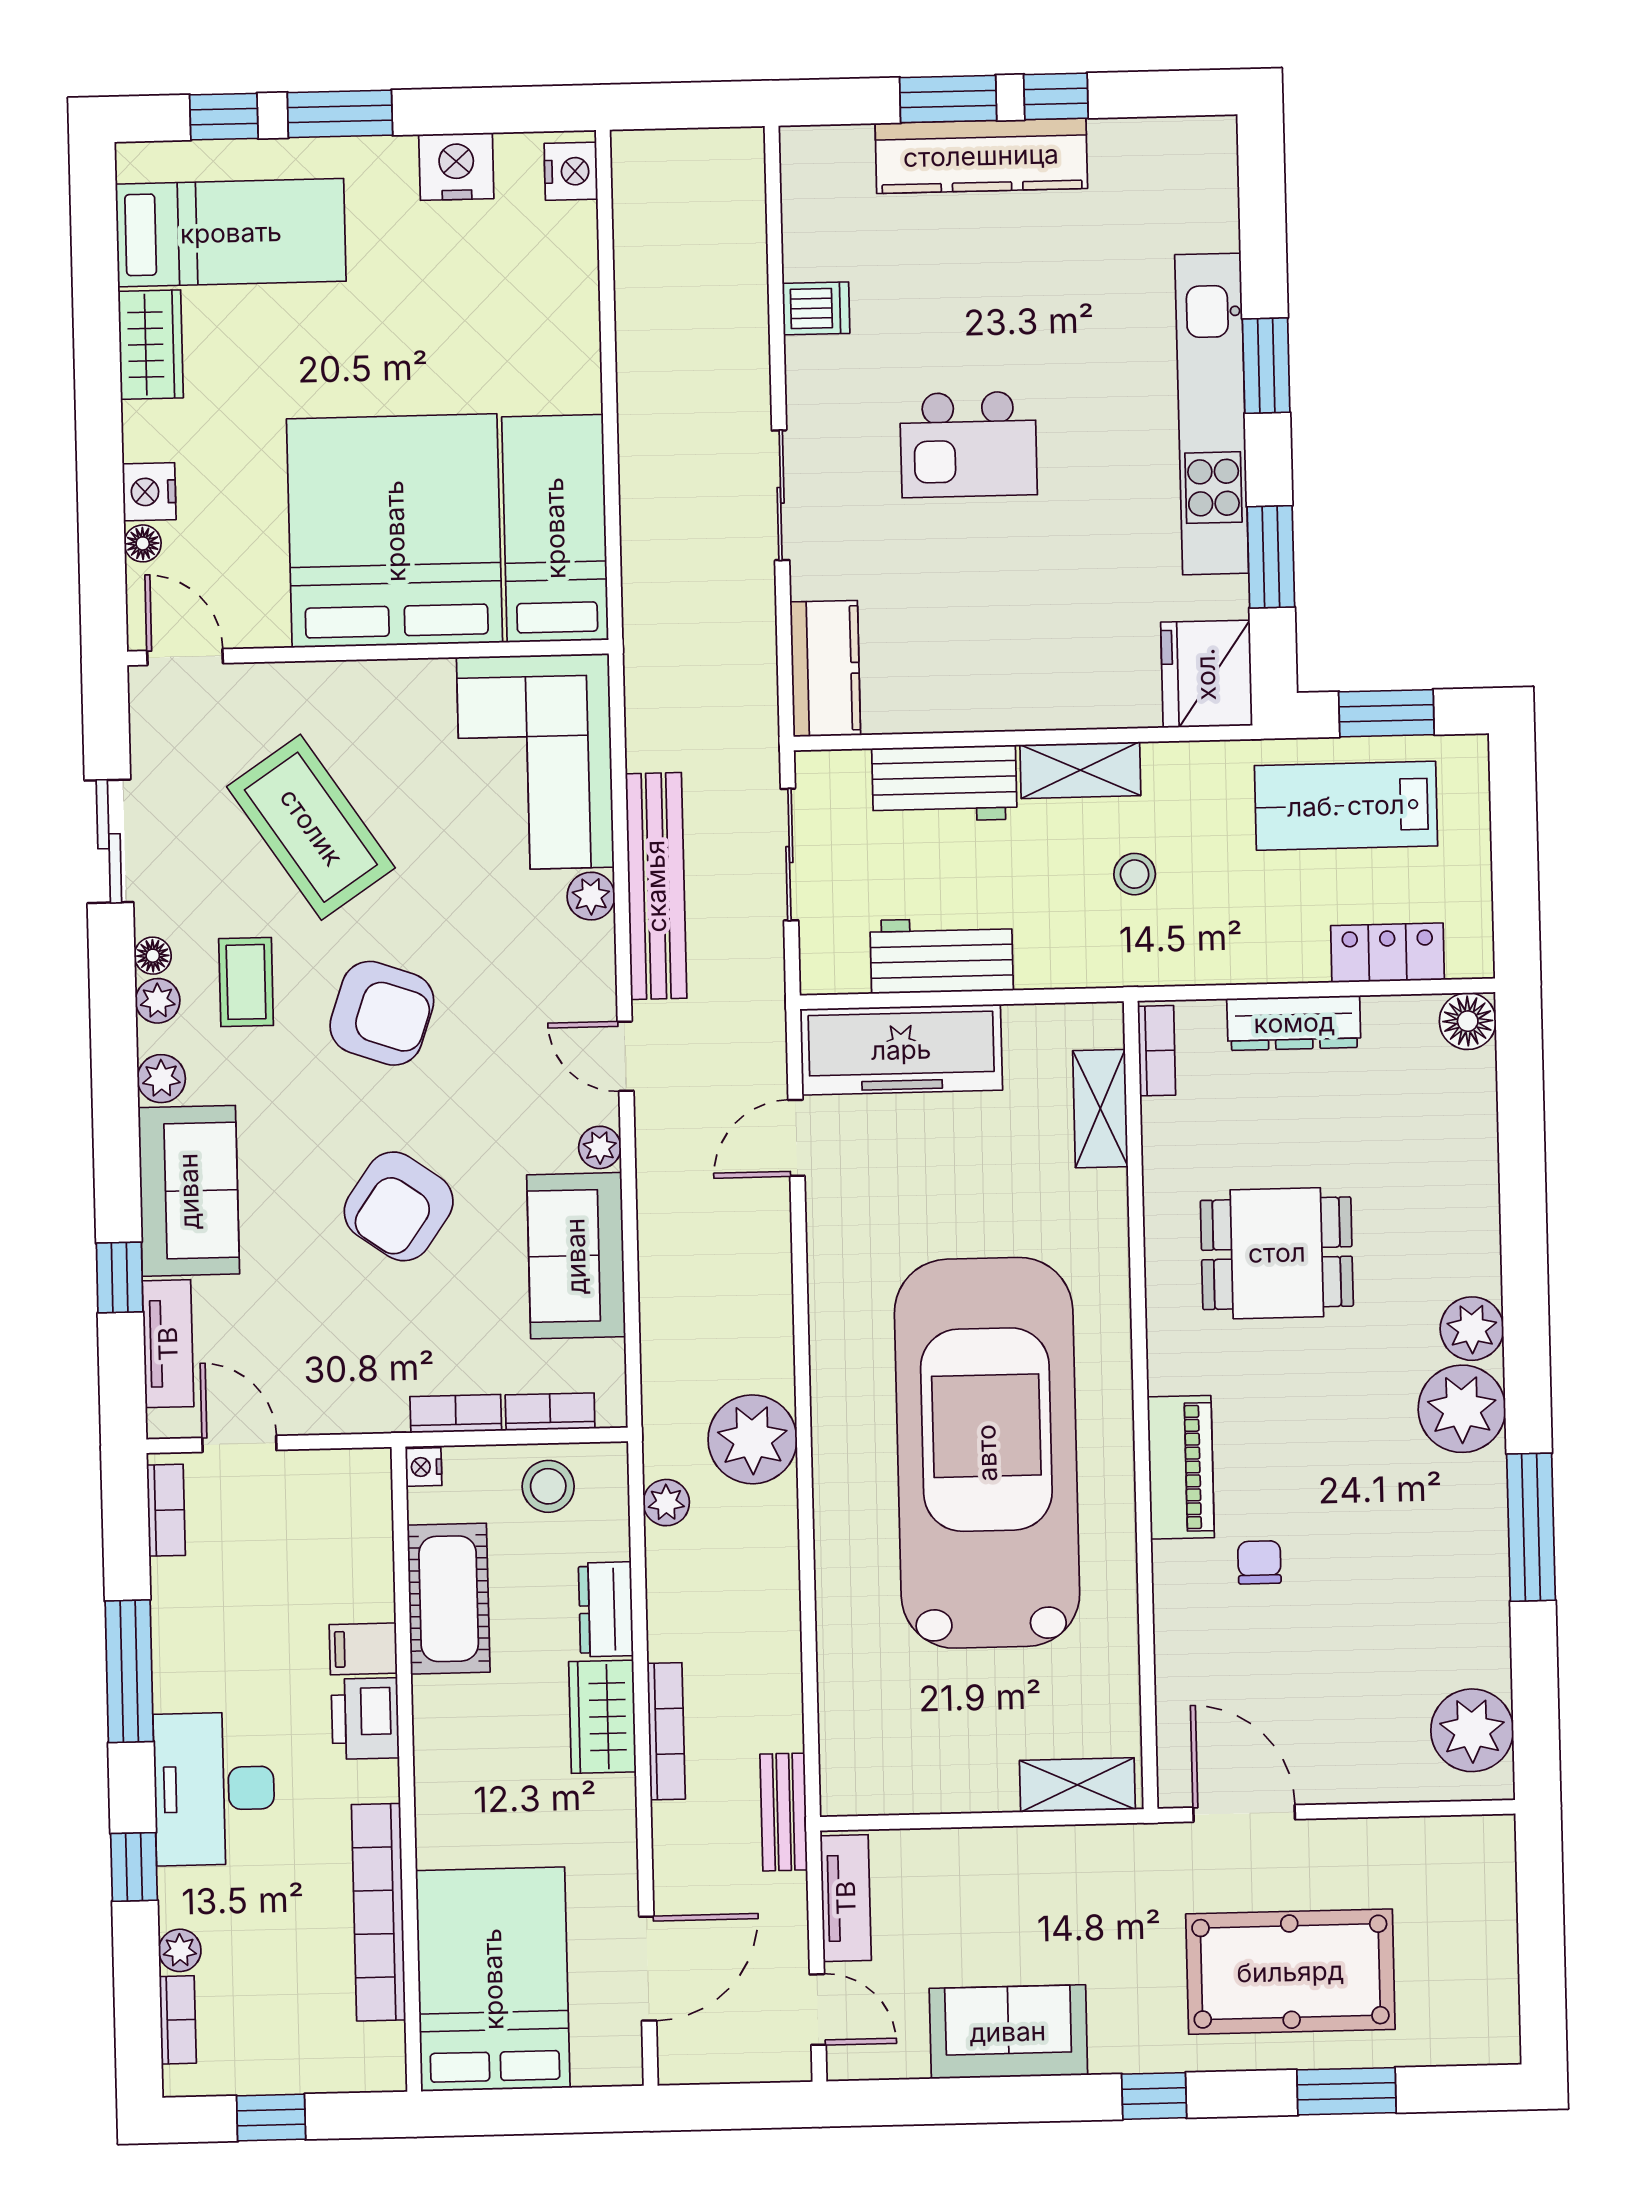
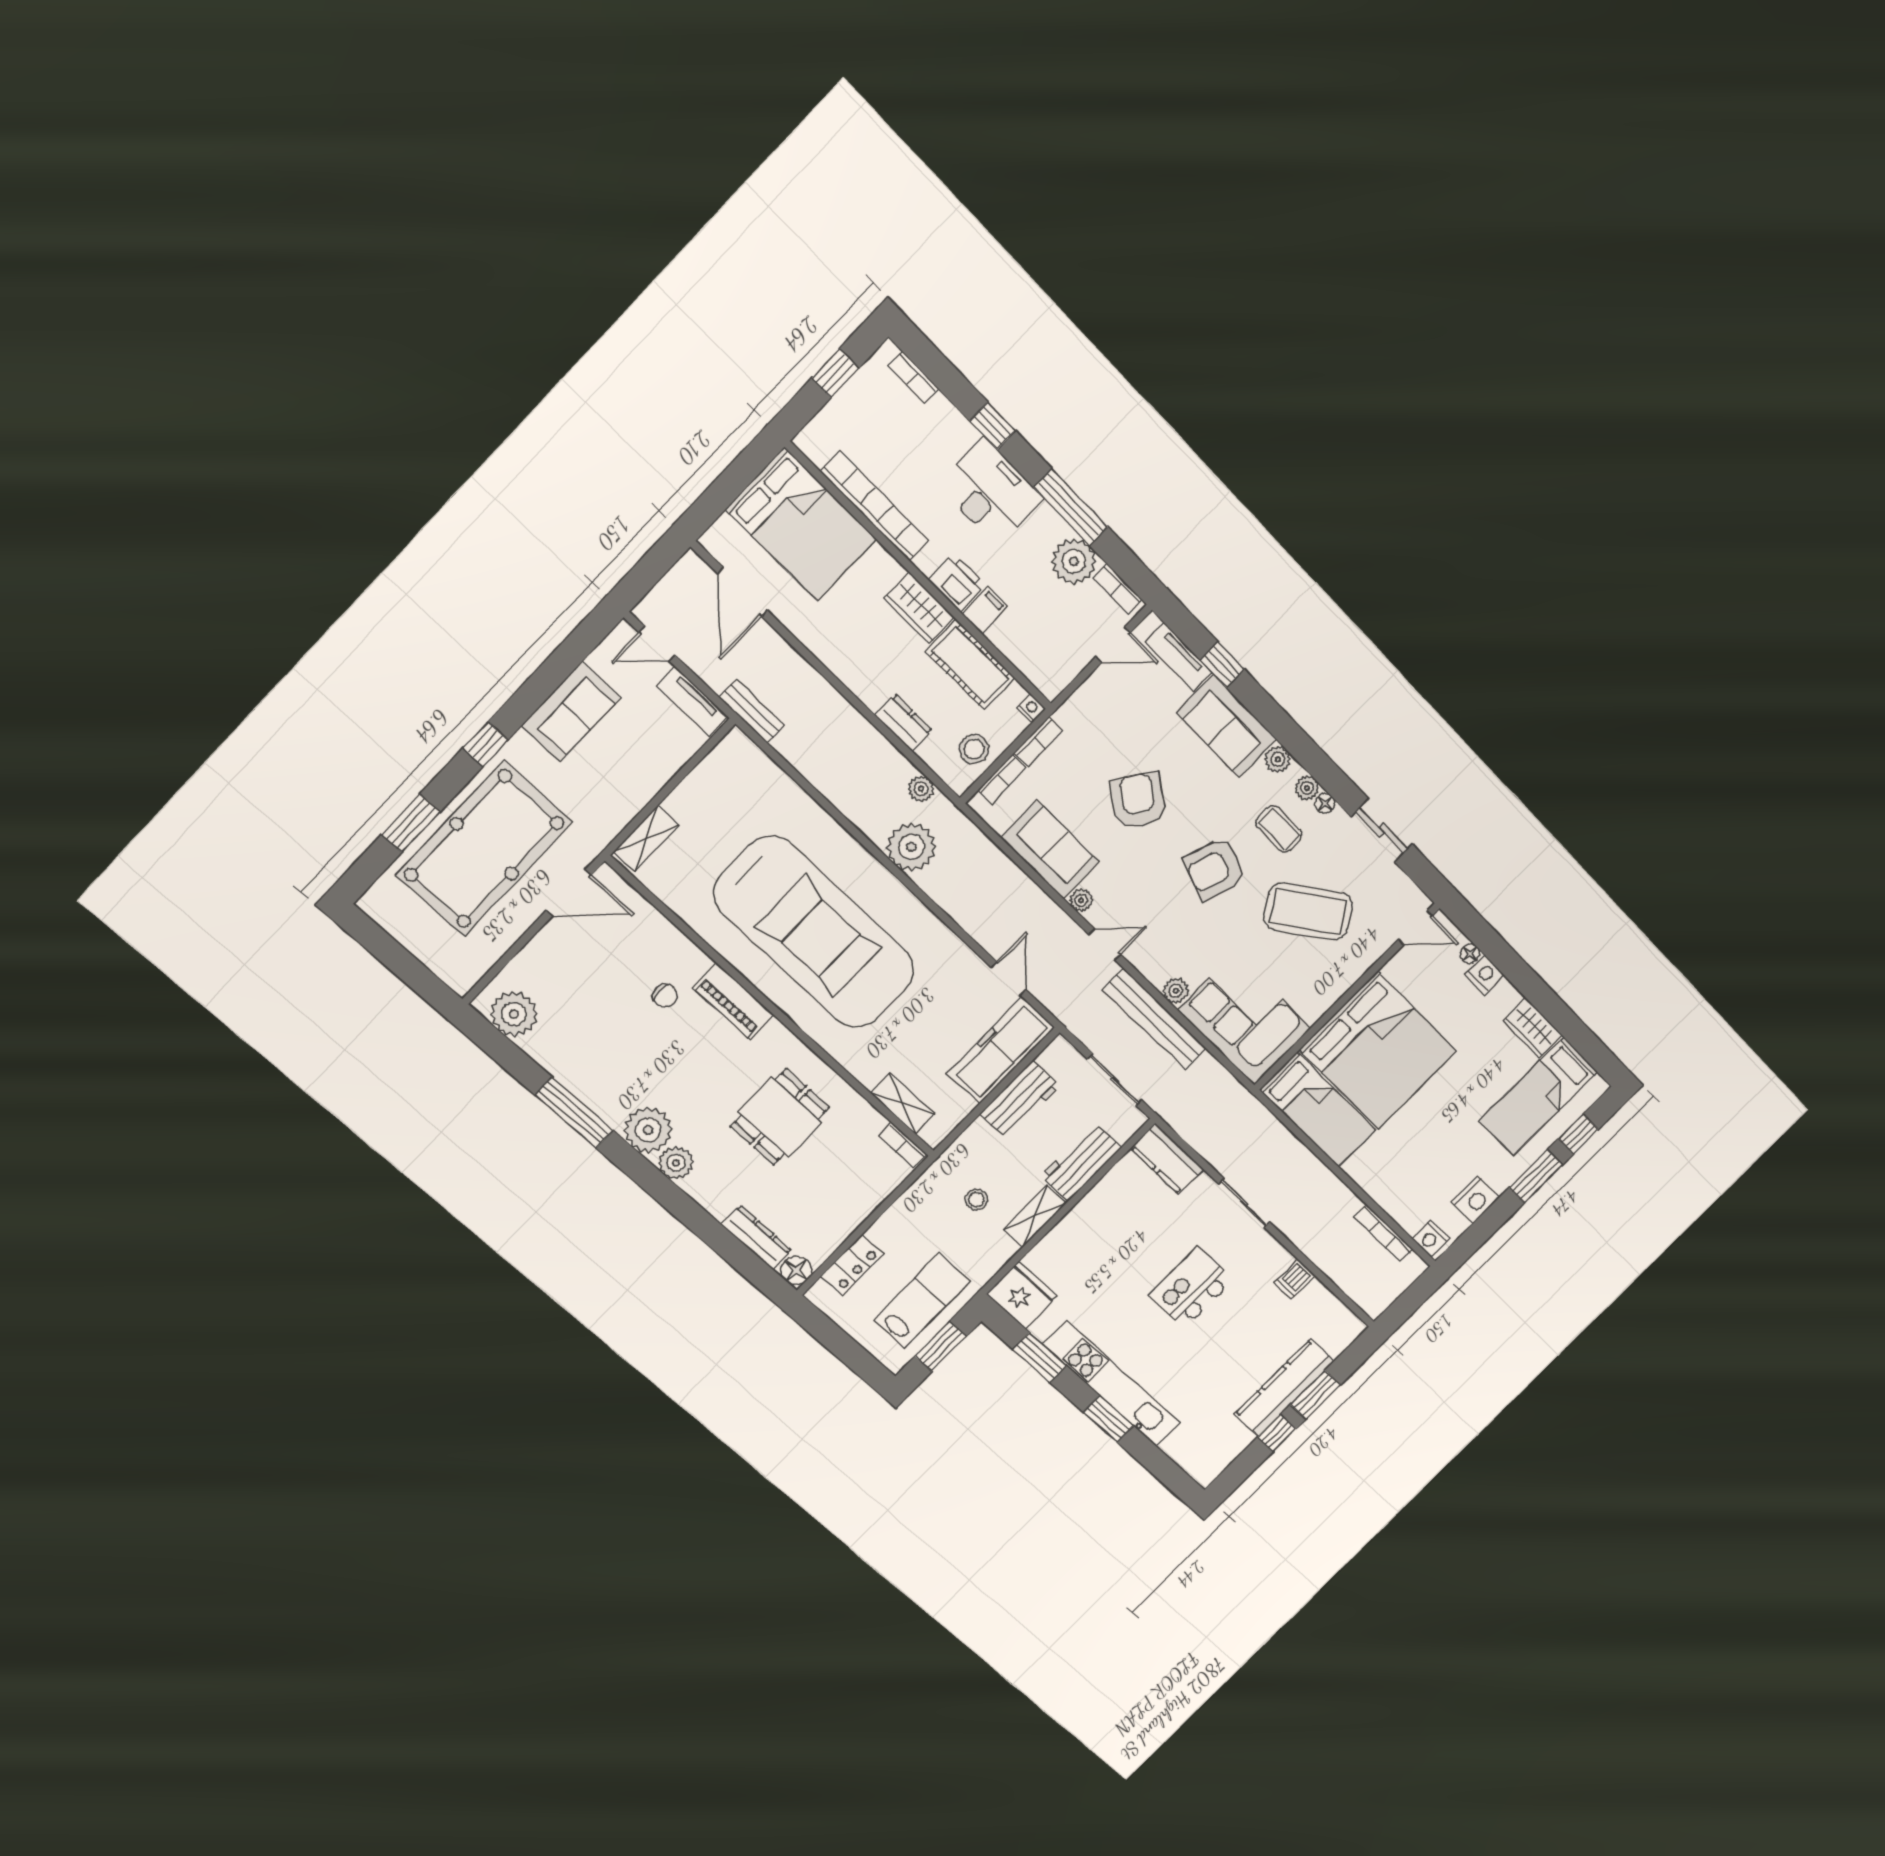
dresser: (1294, 1023) -> (757, 1237), moved, turned 90
wardrobe: (602, 1717) -> (919, 608), moved, turned 180
bookcase: (666, 1731) -> (1384, 1233), moved
plant: (180, 1950) -> (1074, 561), moved, width x1.87, depth x1.87
pool table: (1290, 1972) -> (484, 849), width x1.36, depth x1.32

